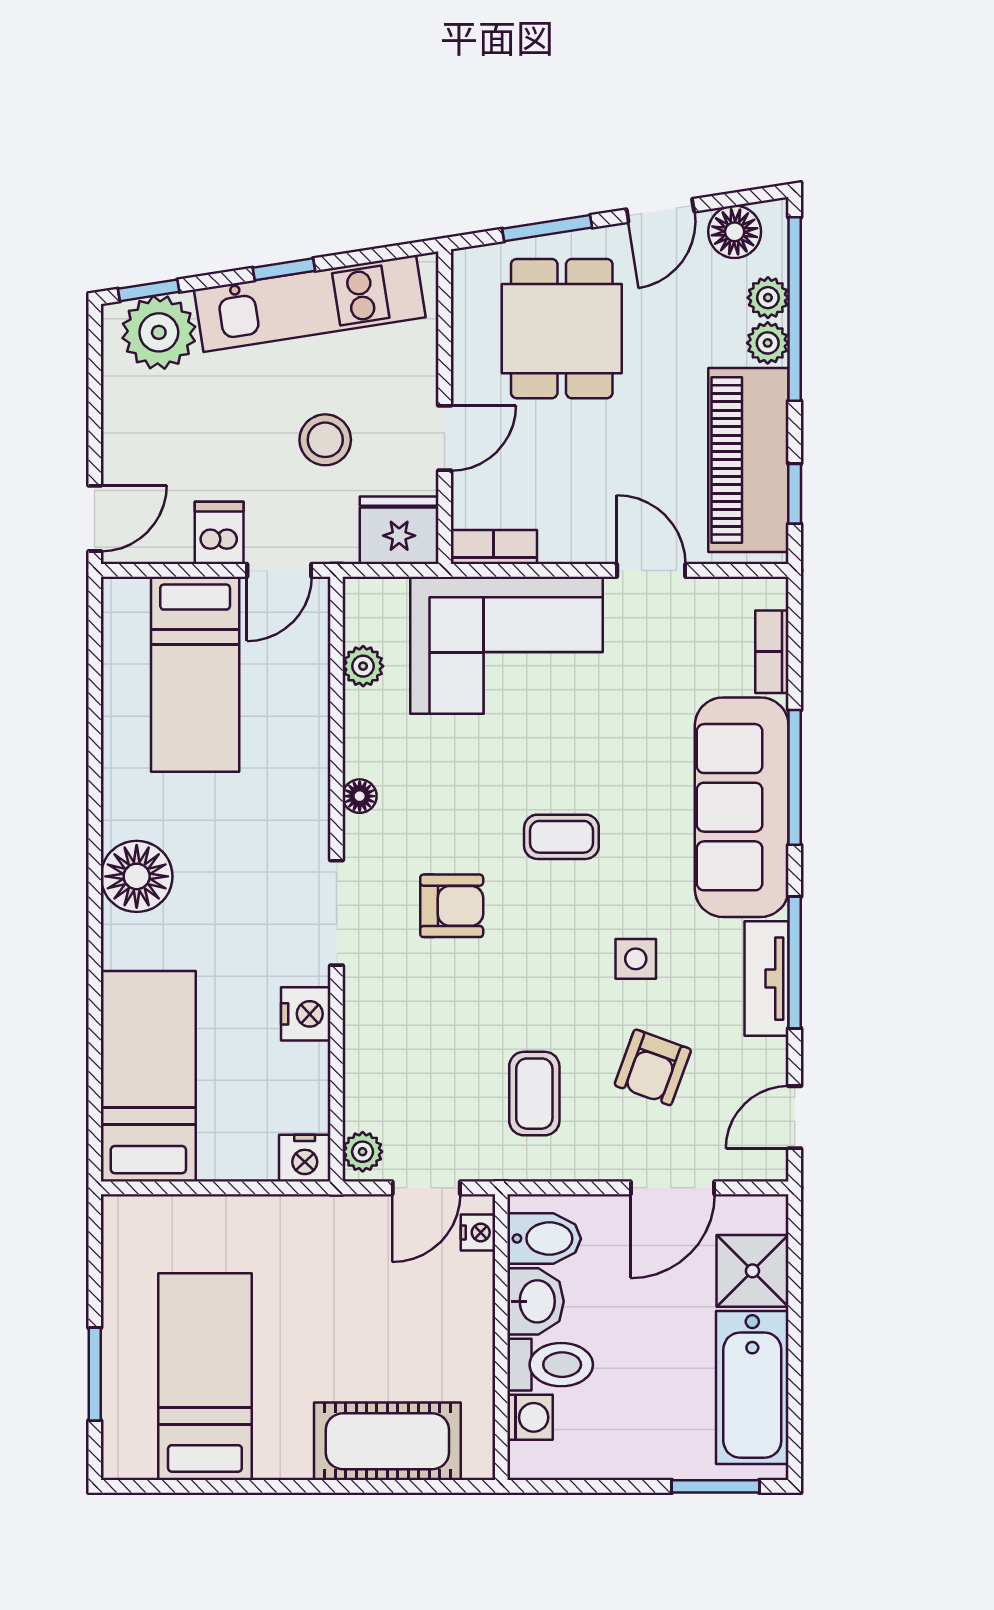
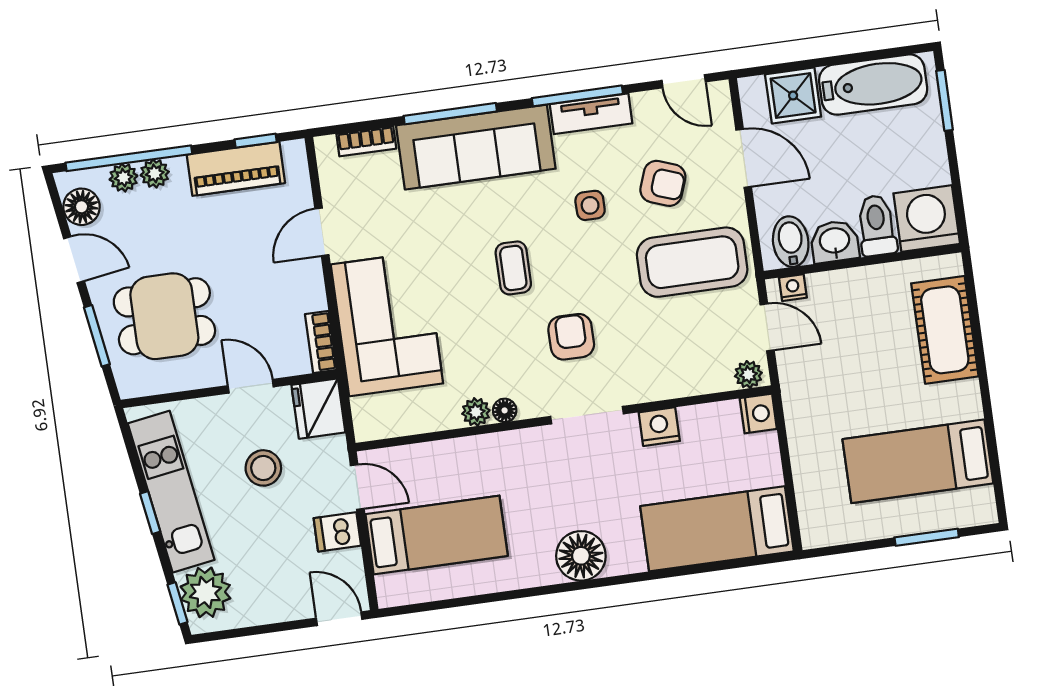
piano: (748, 460) -> (236, 169), width x0.73, depth x0.75
plant: (363, 666) -> (476, 412), moved
coffee table: (534, 1094) -> (692, 262), width x1.86, depth x1.72
washing machine: (530, 1417) -> (927, 219), width x1.89, depth x1.89

